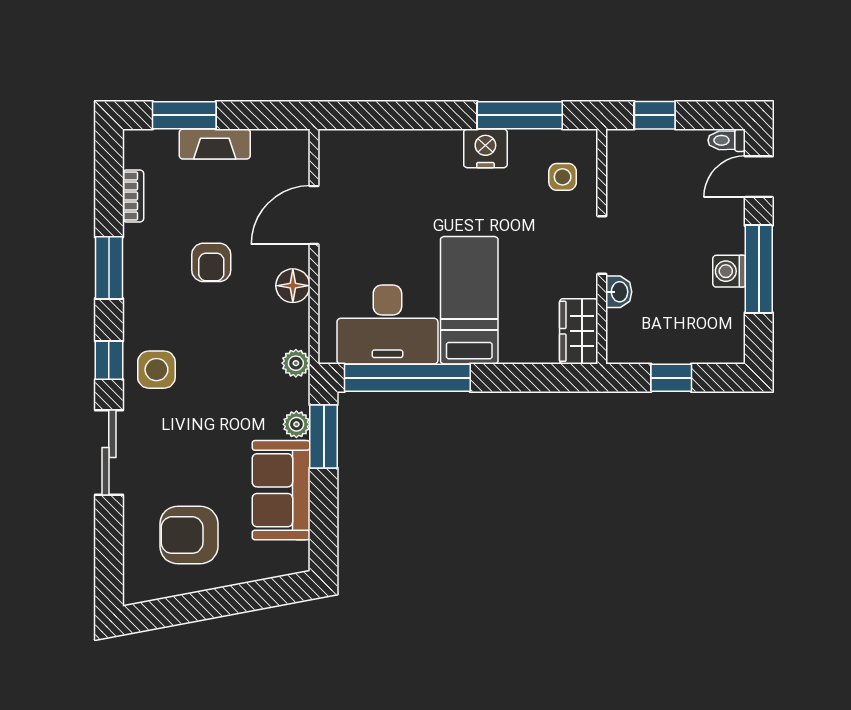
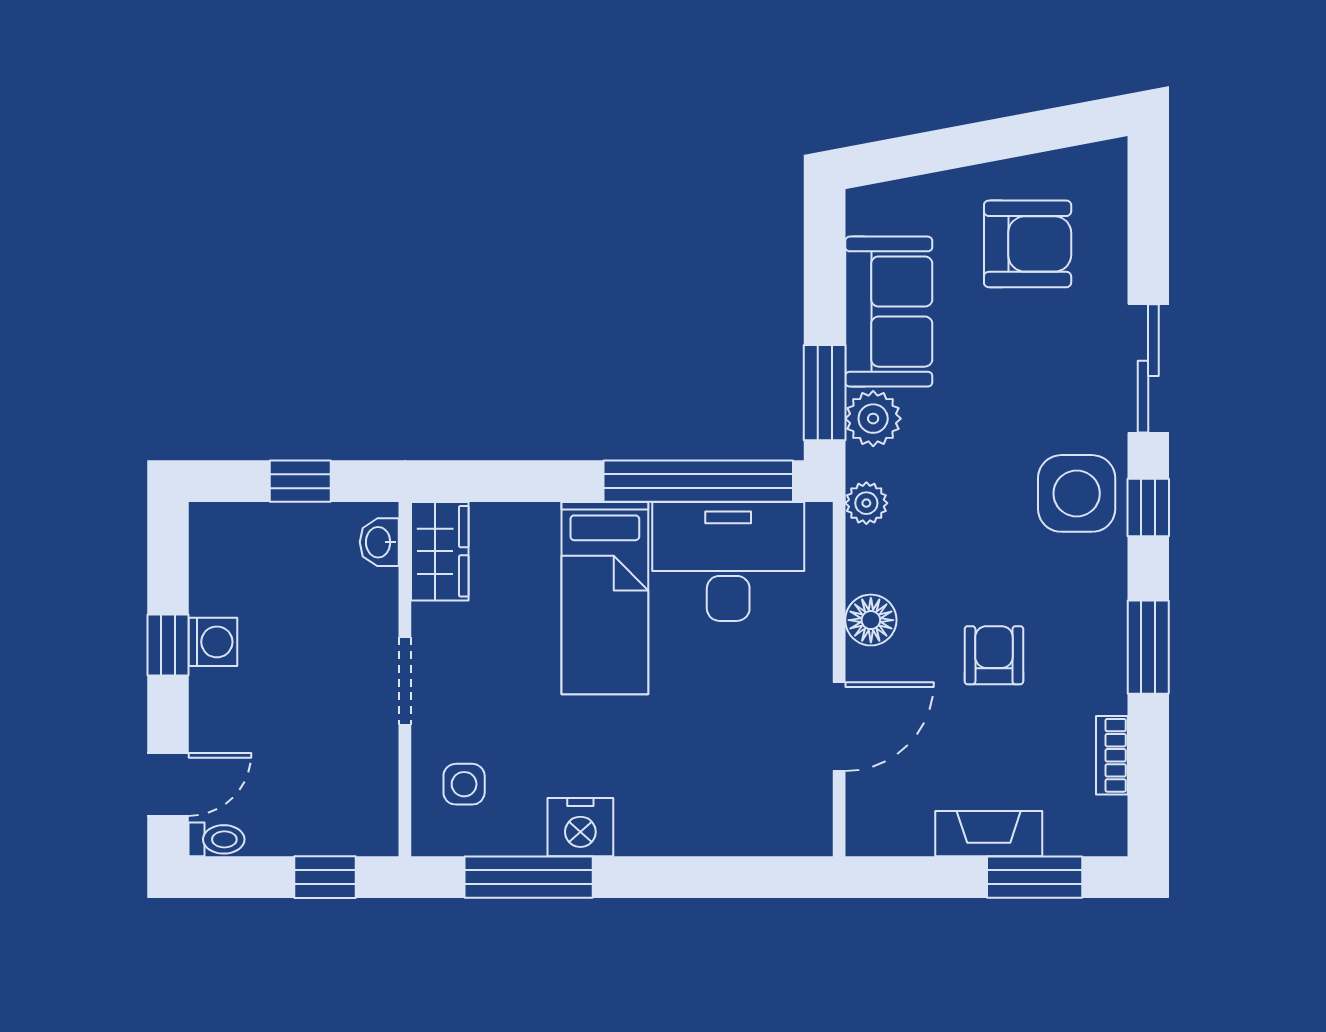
window: (759, 269) -> (168, 645), width x0.46
washbasin: (619, 292) -> (379, 542), moved
side table: (156, 370) -> (1077, 493), width x1.37, depth x1.37
plant: (296, 424) -> (873, 419), width x1.38, depth x1.38

